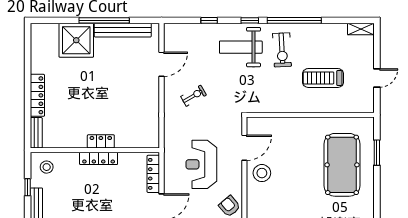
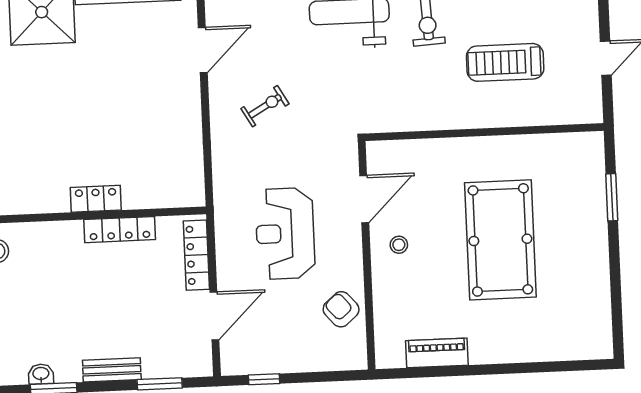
locker: (99, 158) -> (120, 230), moved
pool table: (342, 165) -> (500, 240), moved
stool: (262, 173) -> (399, 245), width x0.53, depth x0.53

